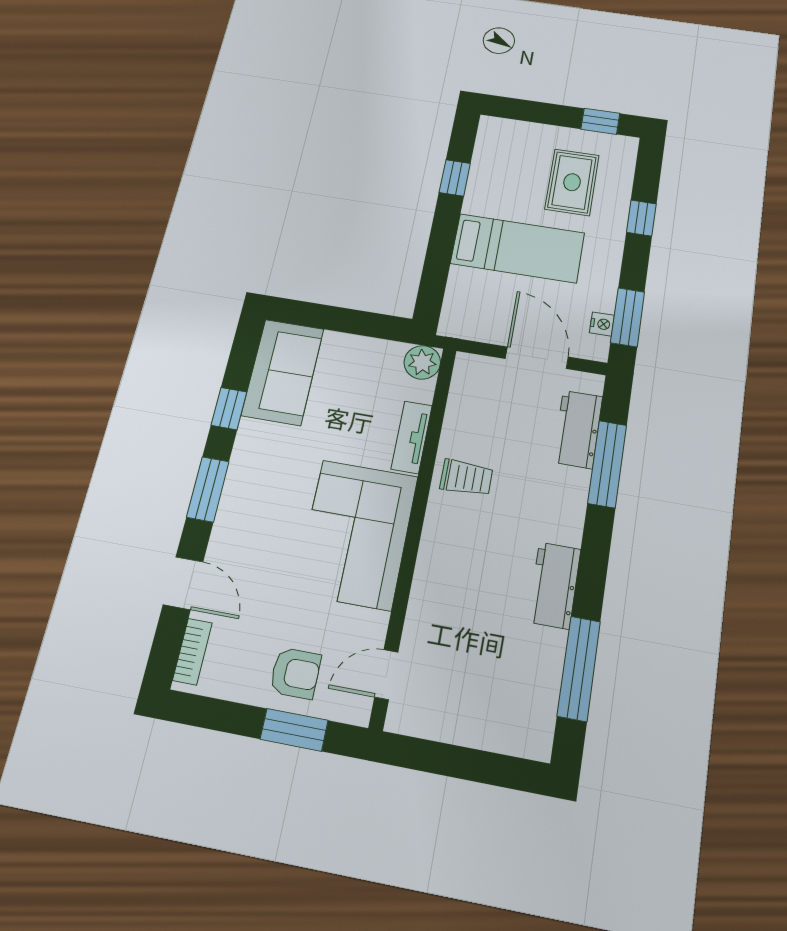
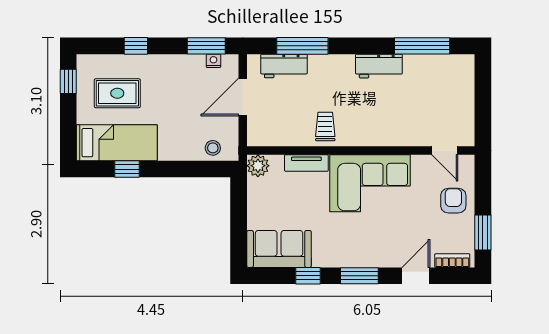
bed: (518, 248) -> (117, 143), moved, turned 90
stool: (464, 301) -> (213, 148), added
window: (294, 730) -> (483, 232), moved

